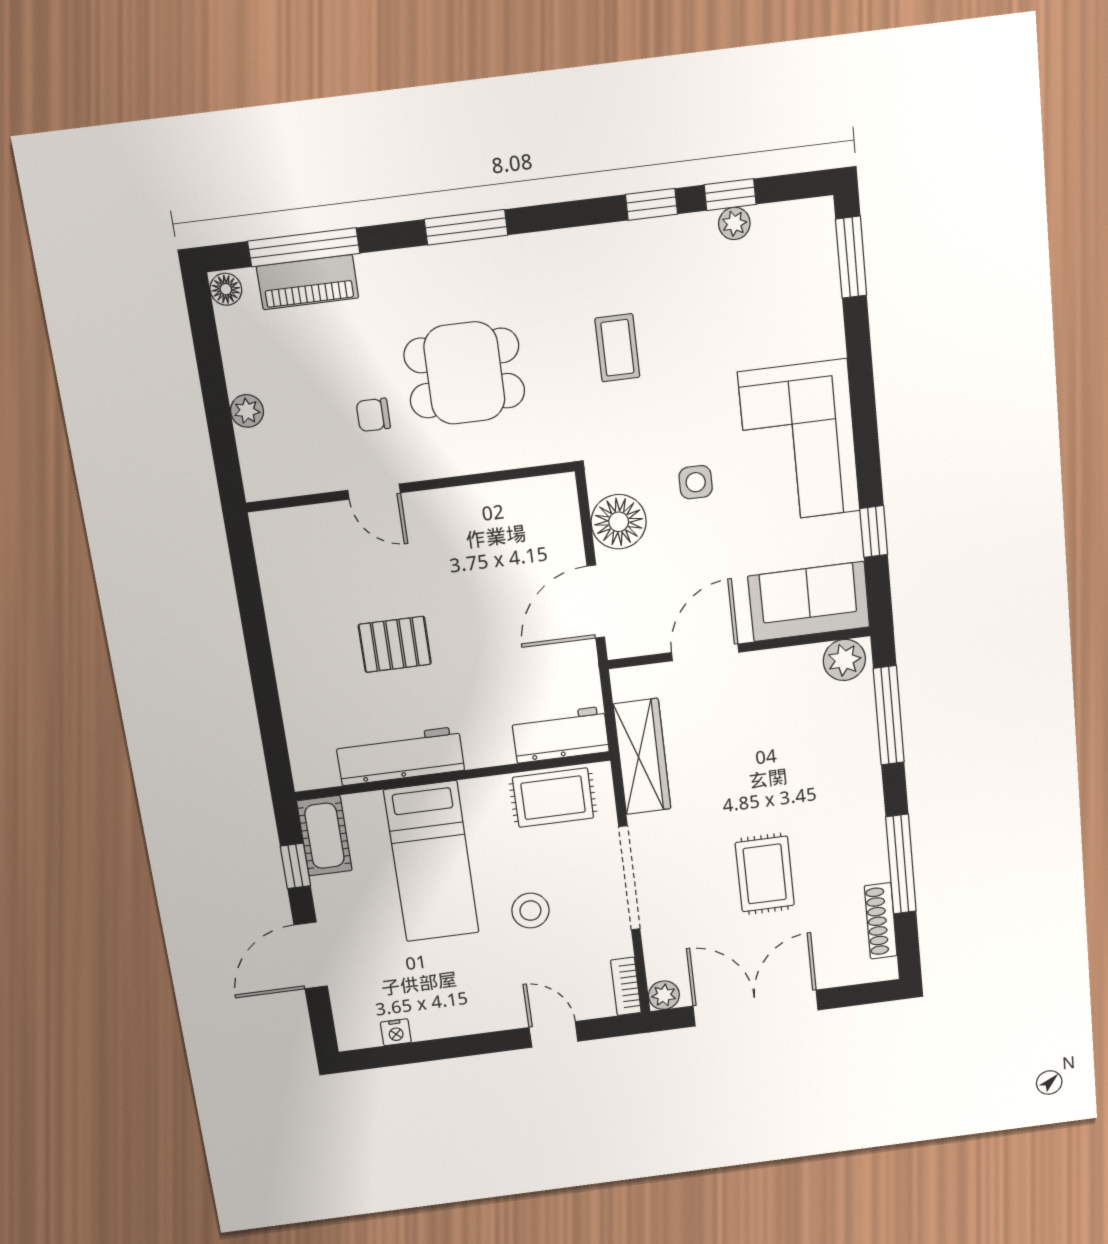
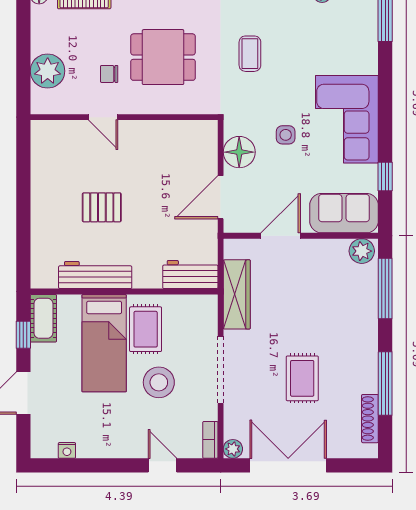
plant: (247, 411) -> (48, 71), width x1.88, depth x1.88
rug: (553, 798) -> (146, 329), moved, turned 90
stool: (530, 911) -> (159, 382), width x1.38, depth x1.38

